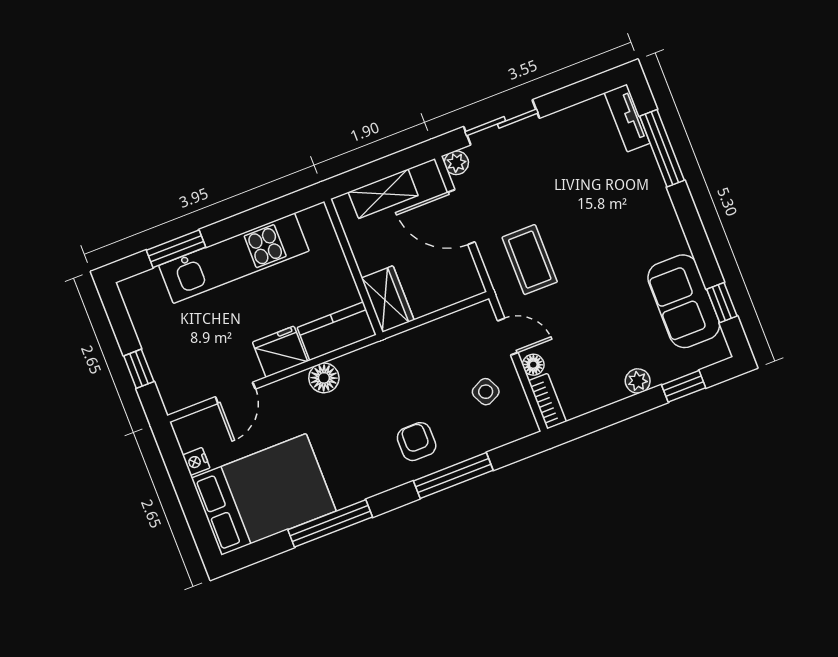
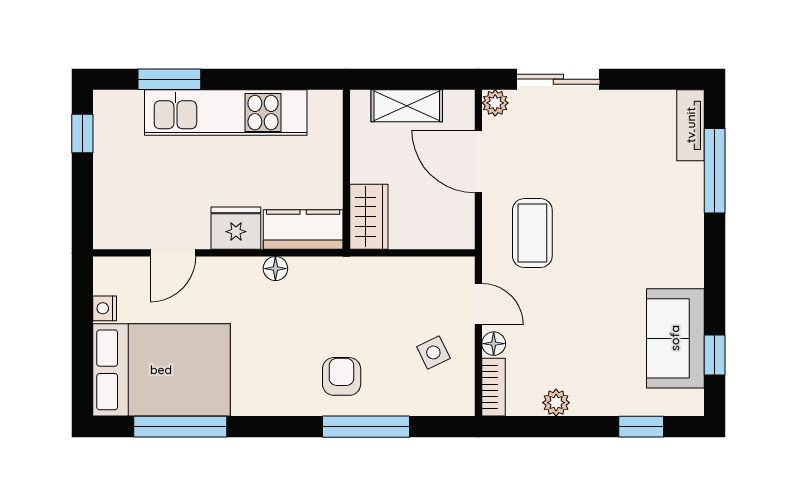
window: (139, 369) -> (82, 134), moved
floor lamp: (324, 378) -> (275, 269), width x0.73, depth x0.73
plant: (638, 381) -> (556, 403), moved
window: (330, 523) -> (180, 427), moved

